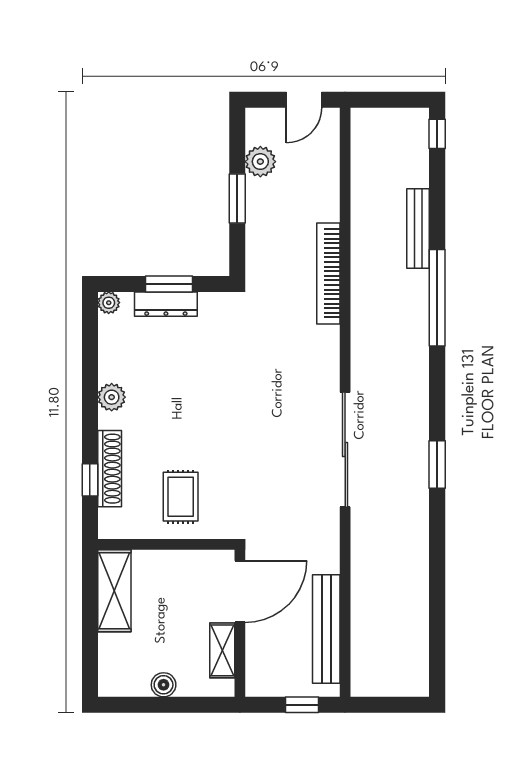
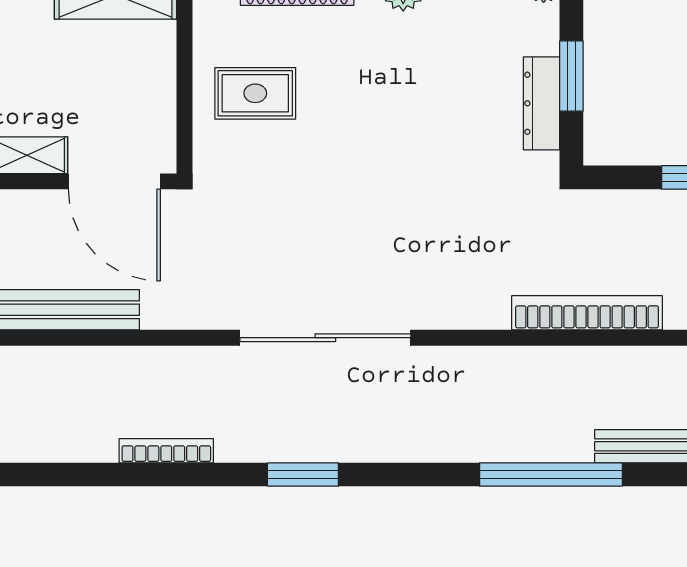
dresser: (166, 304) -> (542, 103), moved
bookcase: (421, 557) -> (166, 451), added

